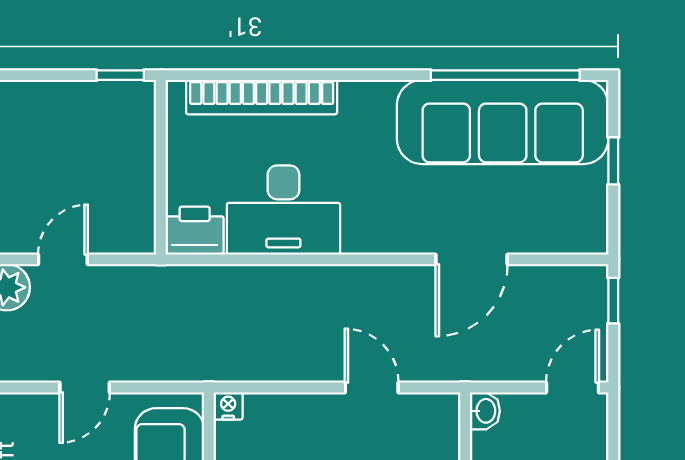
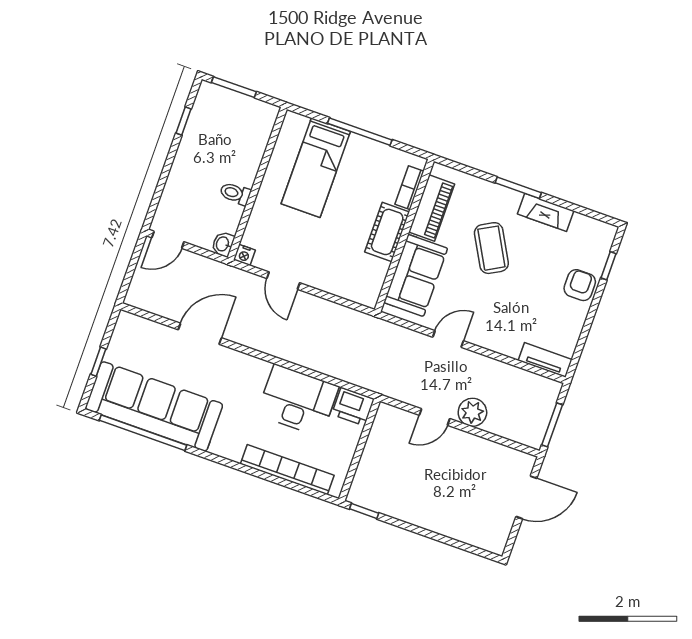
window: (613, 301) -> (127, 281), removed
nightstand: (228, 406) -> (244, 255), moved

